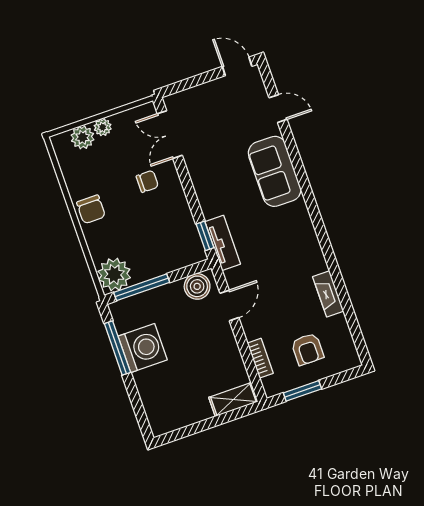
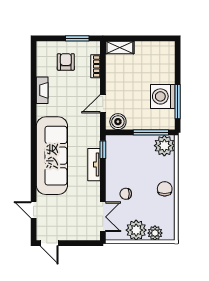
plant: (103, 127) -> (136, 230), width x1.88, depth x1.88
sofa: (275, 171) -> (52, 156), width x1.85, depth x1.27
tv unit: (223, 243) -> (94, 165), moved

